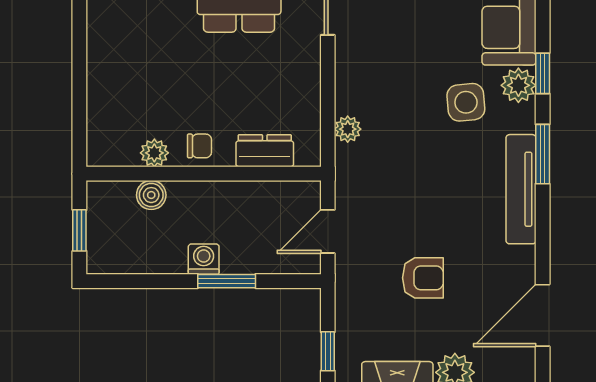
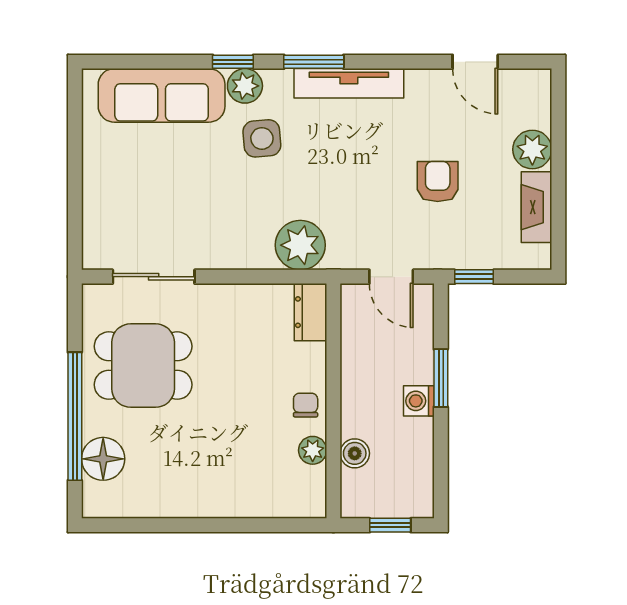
plant: (348, 129) -> (300, 245), width x1.87, depth x1.87
dresser: (265, 151) -> (311, 312), moved
door: (543, 315) -> (475, 62), width x0.73
window: (328, 351) -> (474, 277), moved

